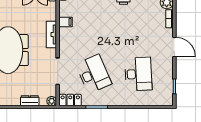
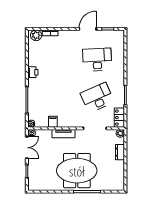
door: (174, 47) -> (88, 29), moved

